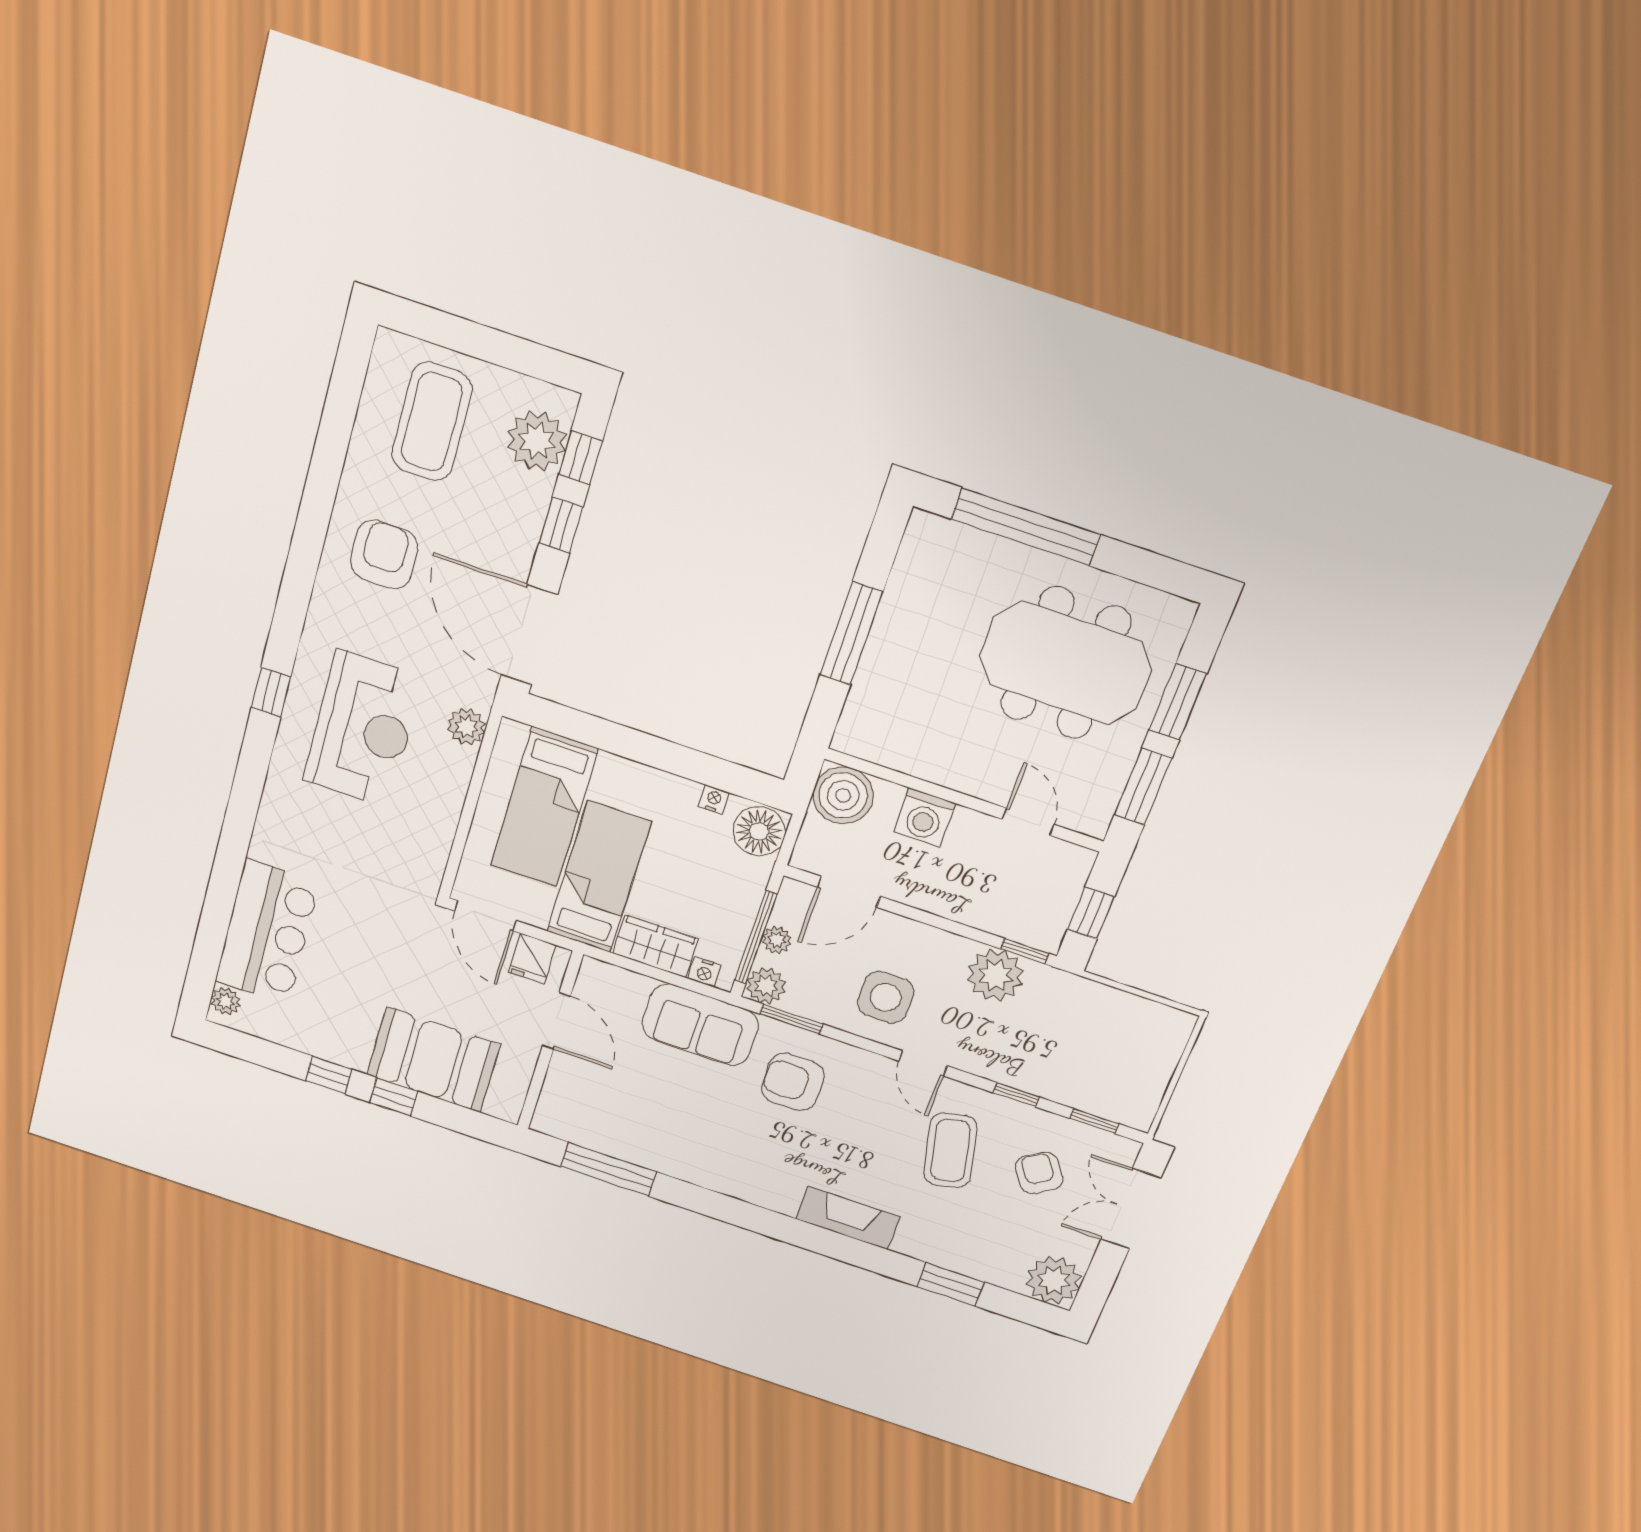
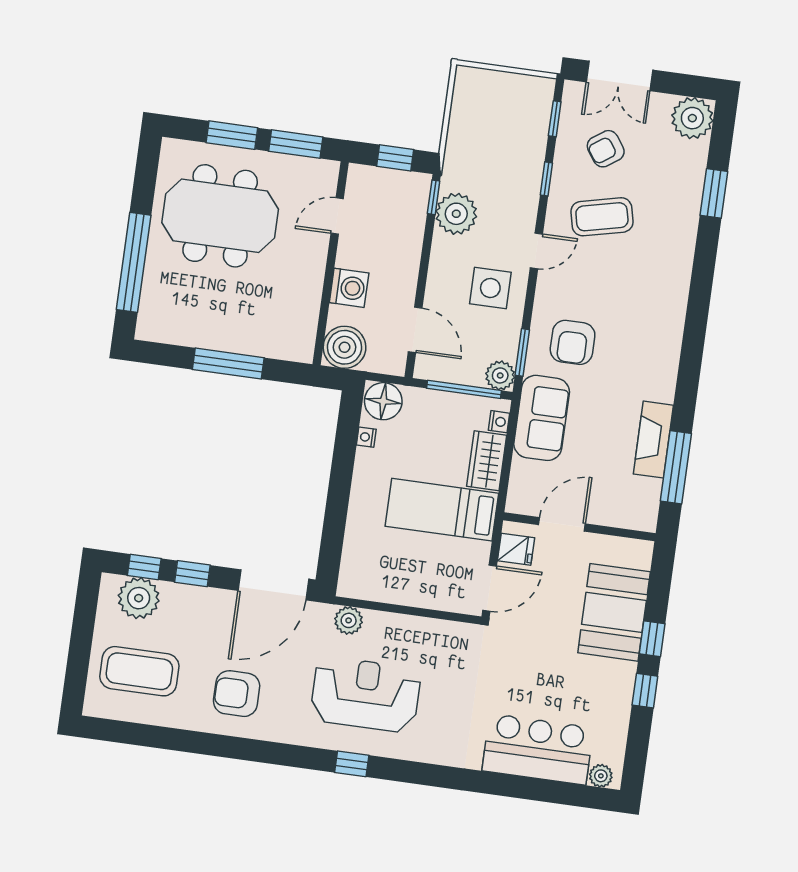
meeting table: (1066, 663) -> (220, 216), turned 90
bed: (544, 807) -> (397, 557), removed
plant: (777, 940) -> (463, 374), removed
fireplace: (848, 1218) -> (653, 440), moved

